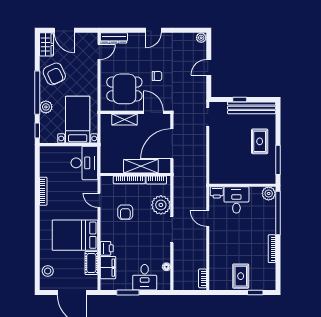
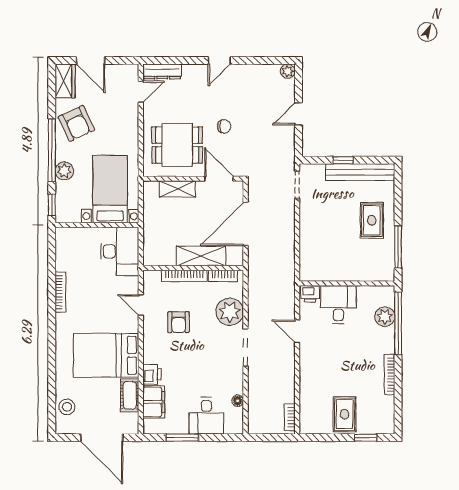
plant: (269, 193) -> (385, 317), moved

